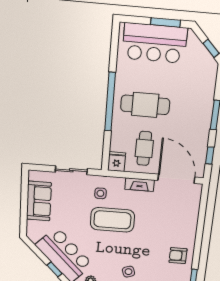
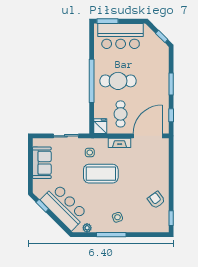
window: (165, 22) -> (108, 21), moved
door: (176, 179) -> (148, 136), hinge flipped
armchair: (178, 256) -> (156, 200), turned 54
window: (55, 269) -> (42, 206), moved

